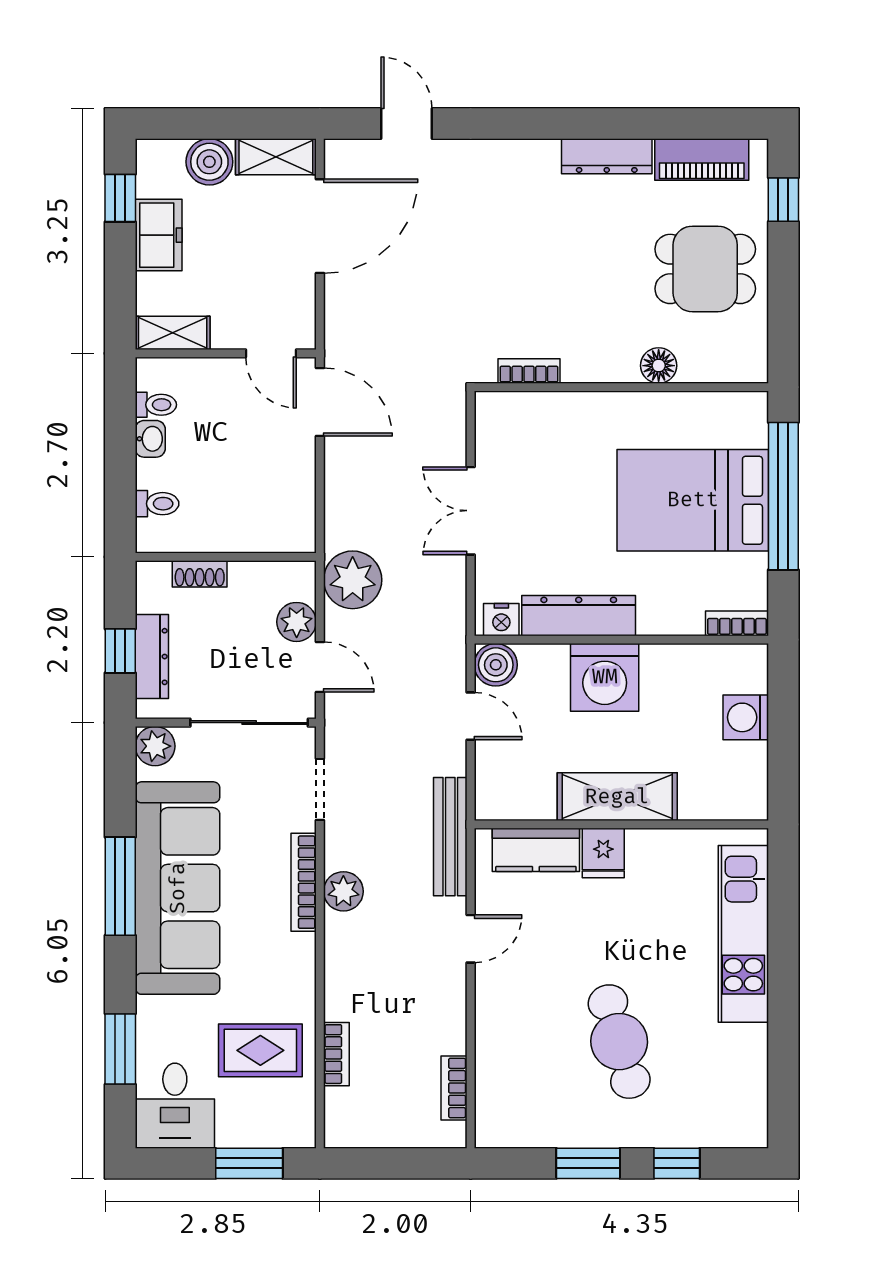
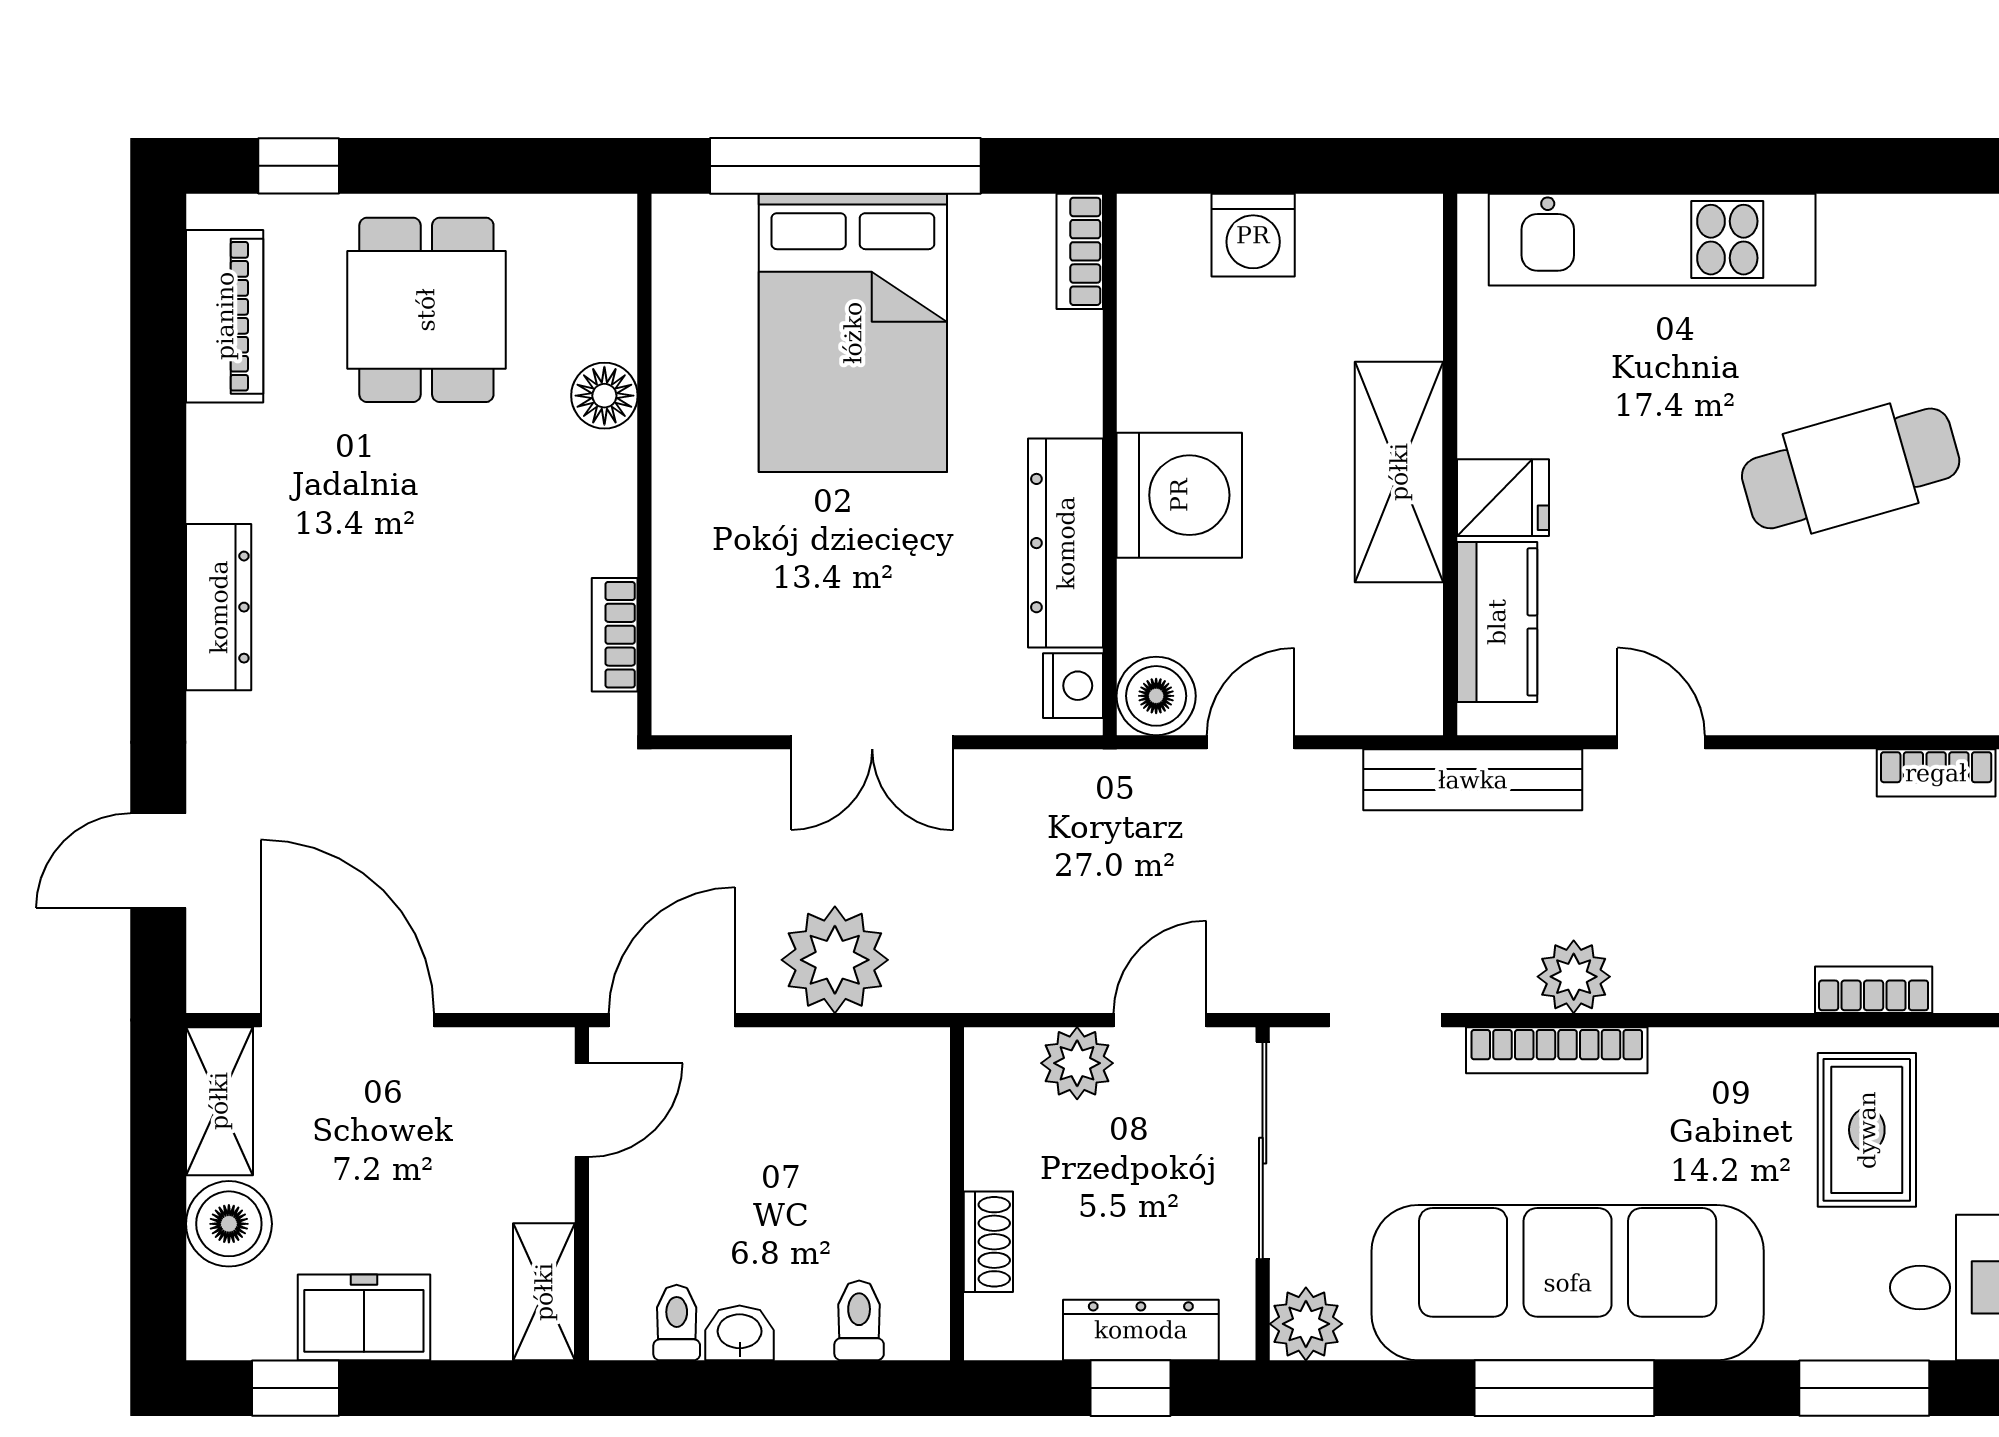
dresser: (607, 156) -> (219, 607), moved
plant: (353, 580) -> (835, 960), moved

